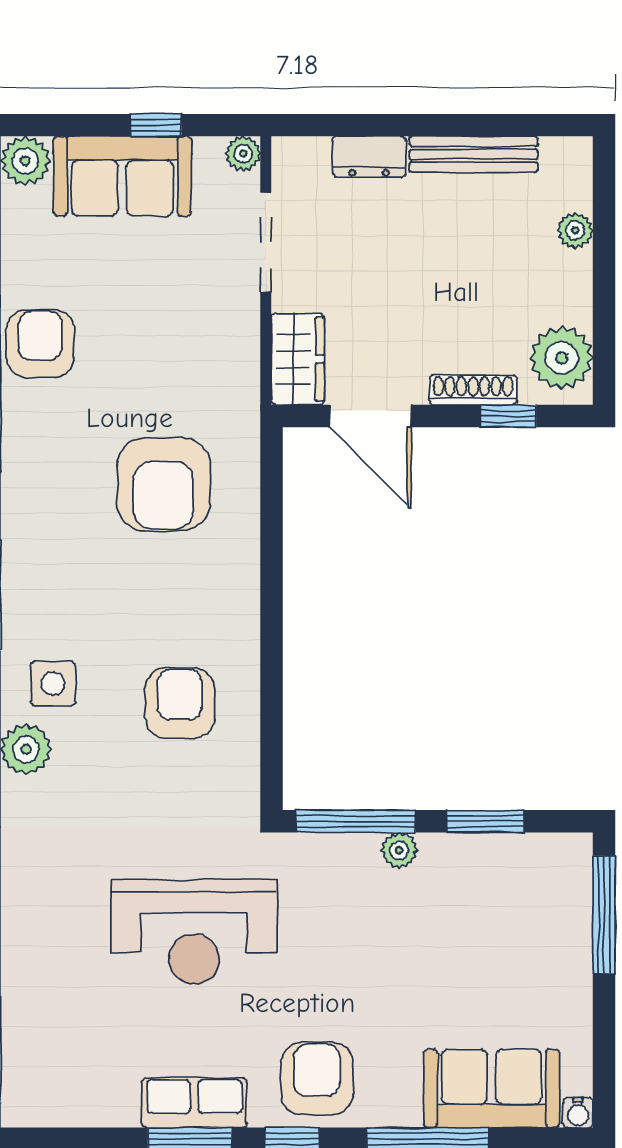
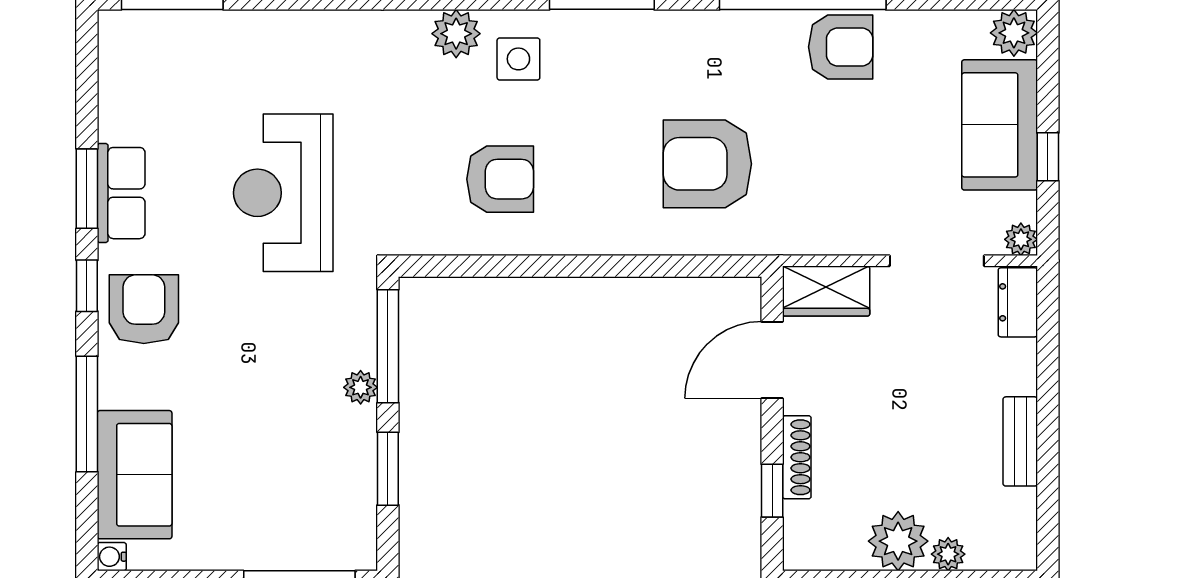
bench: (474, 154) -> (1020, 441), width x0.73
dresser: (369, 157) -> (1018, 302), moved
plant: (562, 358) -> (898, 541), moved
armchair: (317, 1079) -> (144, 309), turned -90

